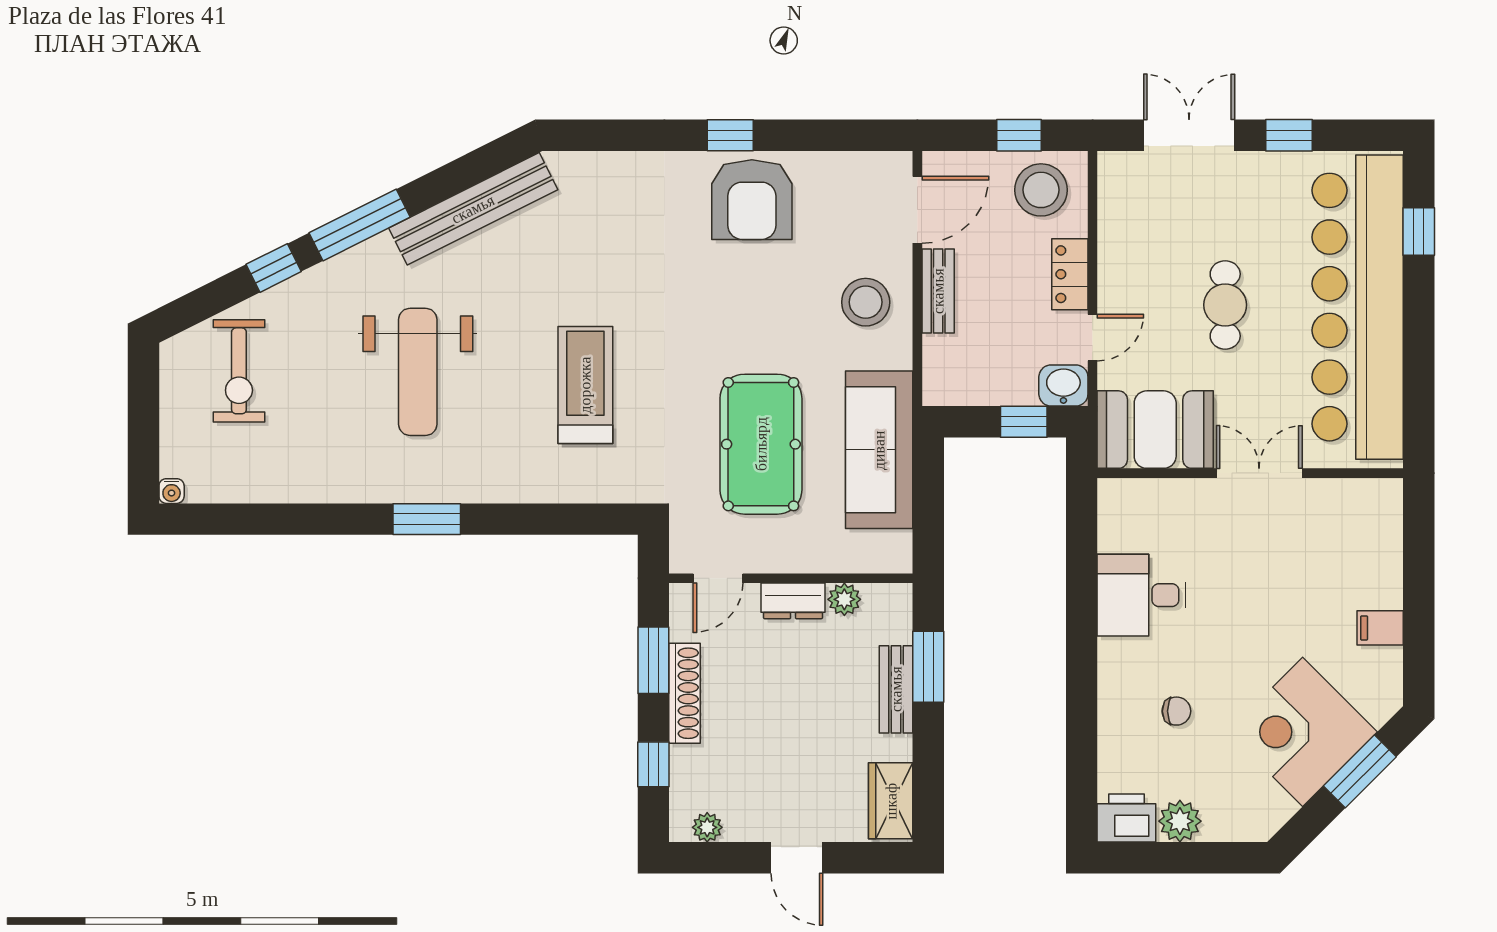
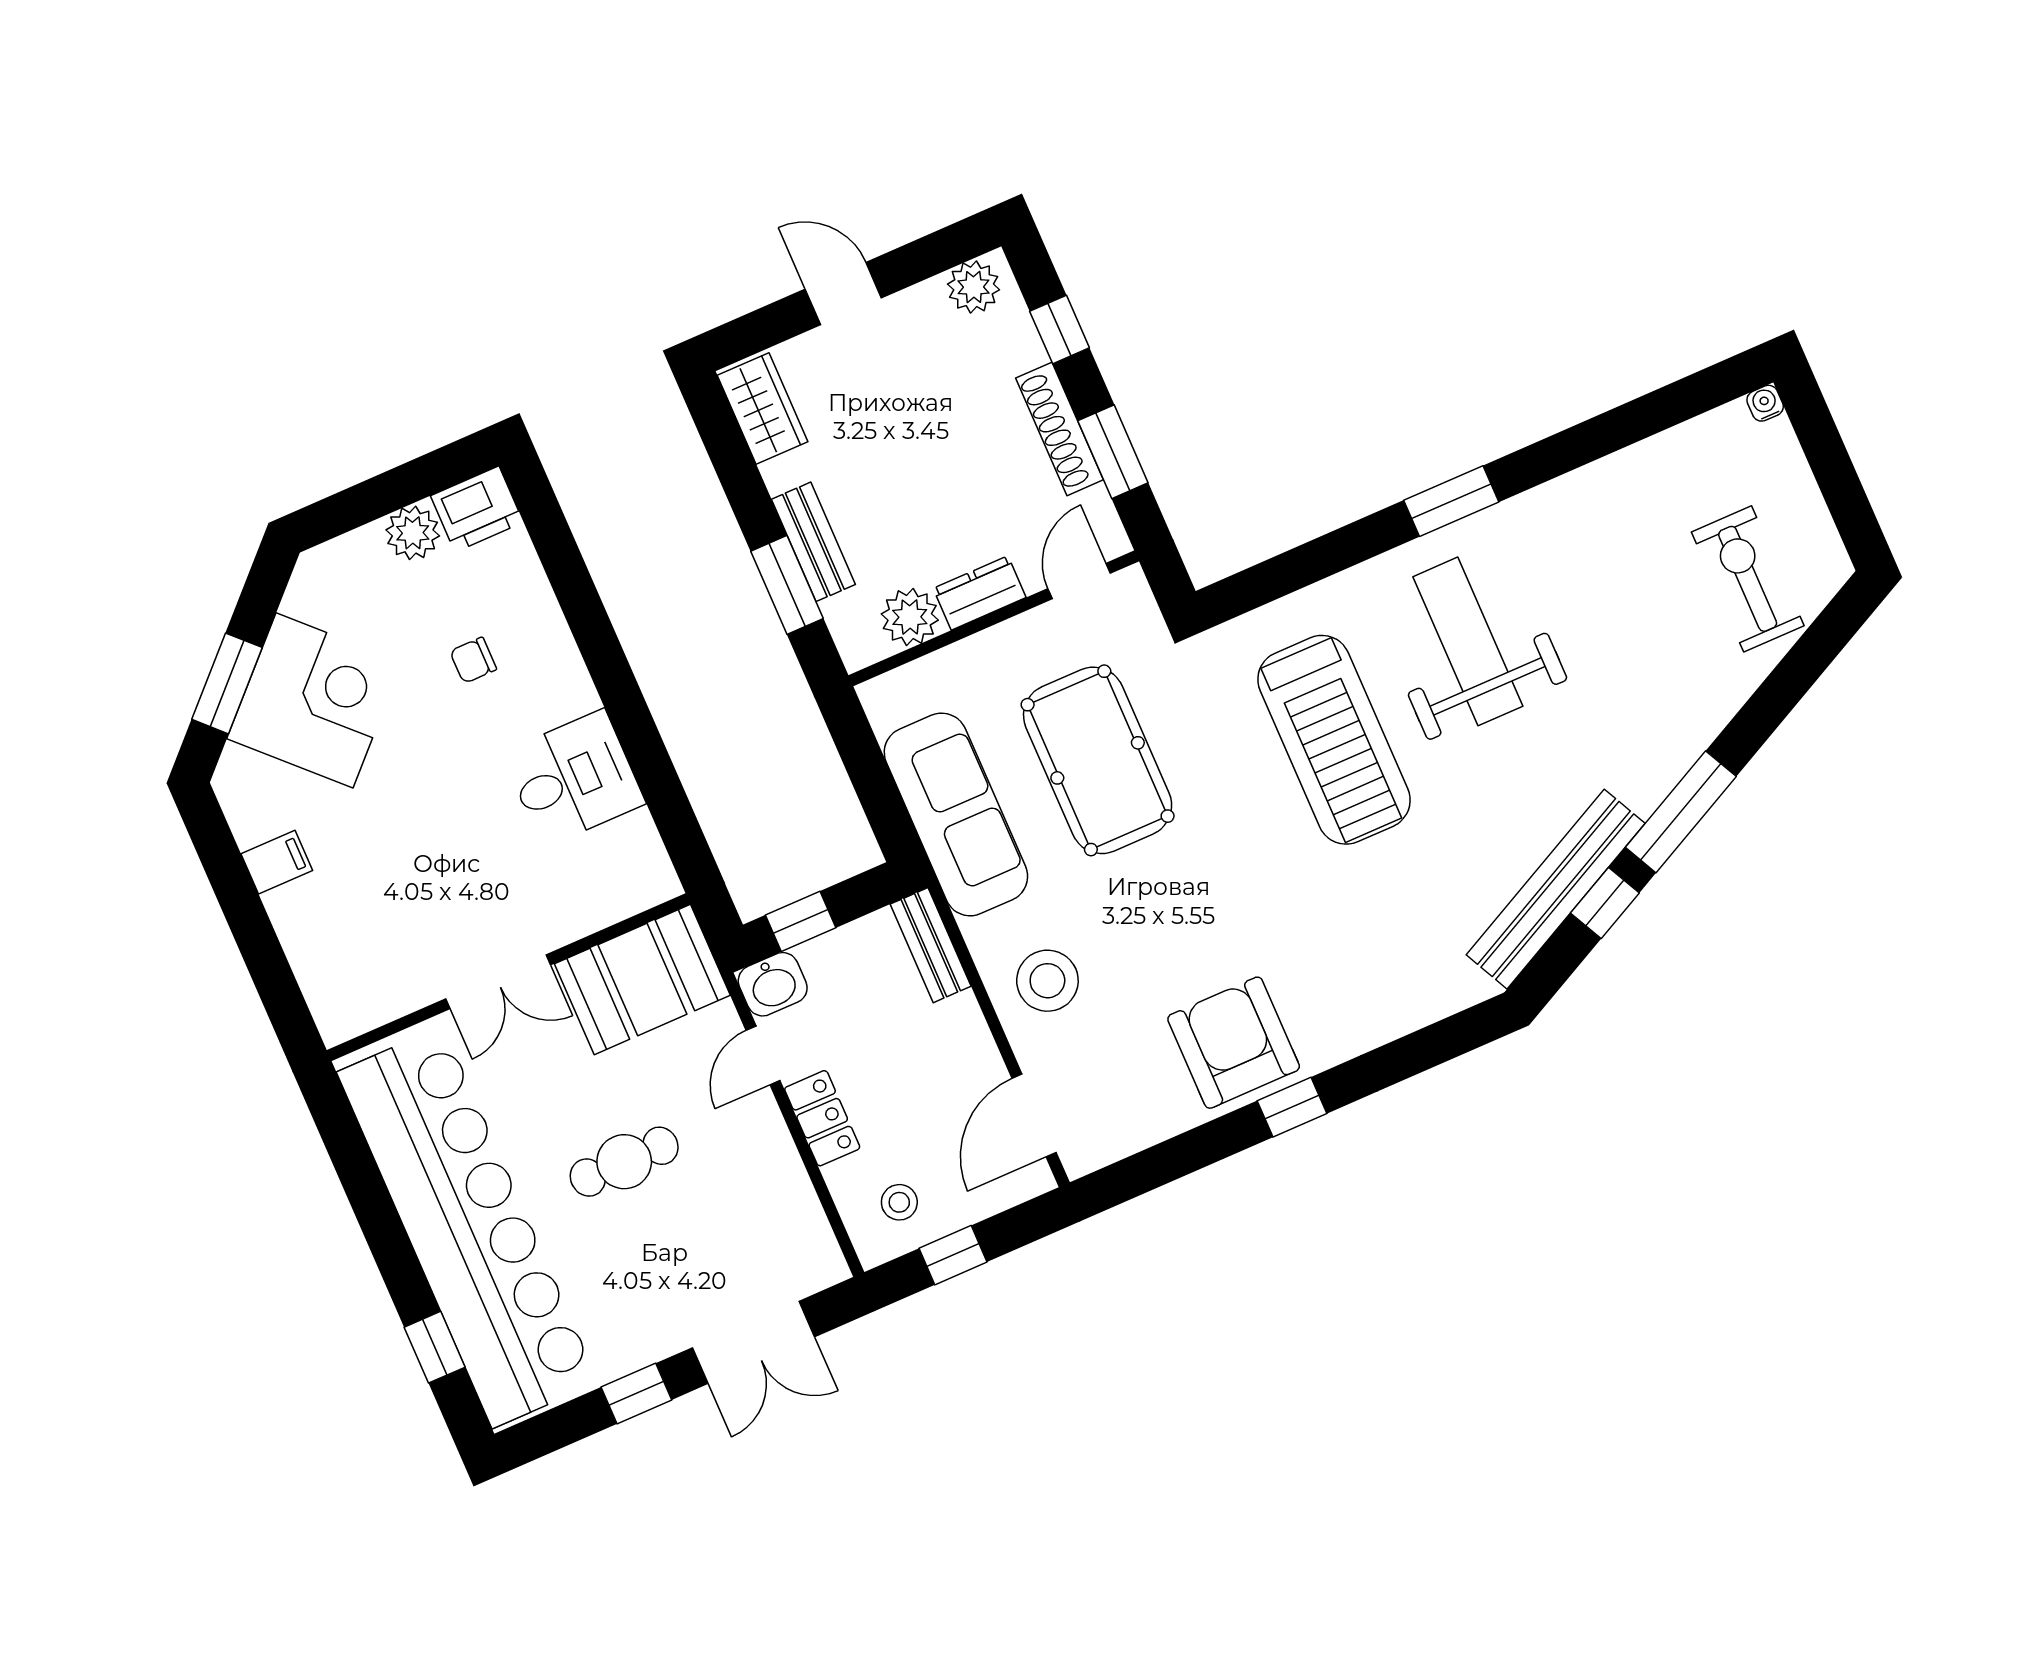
stool: (1041, 190) -> (899, 1202), width x0.53, depth x0.53
window: (274, 268) -> (1605, 903), moved
bench: (938, 291) -> (931, 945), moved
cafe table: (1225, 305) -> (624, 1162), turned 90
weight bench: (418, 372) -> (1468, 641), moved
treadmill: (585, 385) -> (1334, 740), width x1.37, depth x1.38
plant: (844, 599) -> (910, 617), width x1.38, depth x1.38
plant: (707, 827) -> (974, 287), width x1.38, depth x1.38

